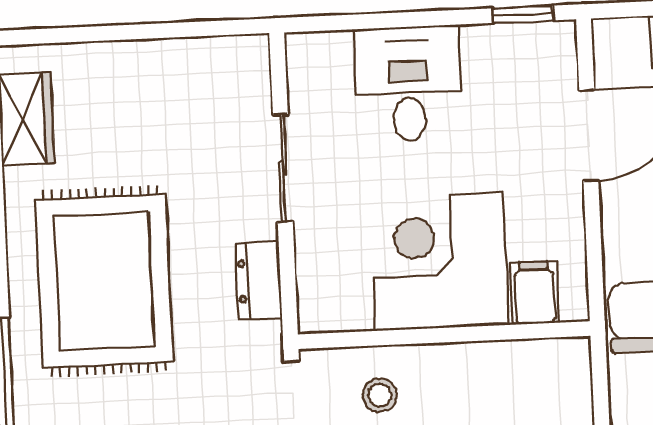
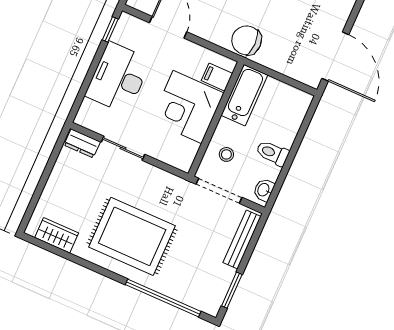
desk: (408, 84) -> (118, 78), width x1.37
dresser: (259, 281) -> (82, 143), moved
bathtub: (525, 370) -> (244, 95), added

